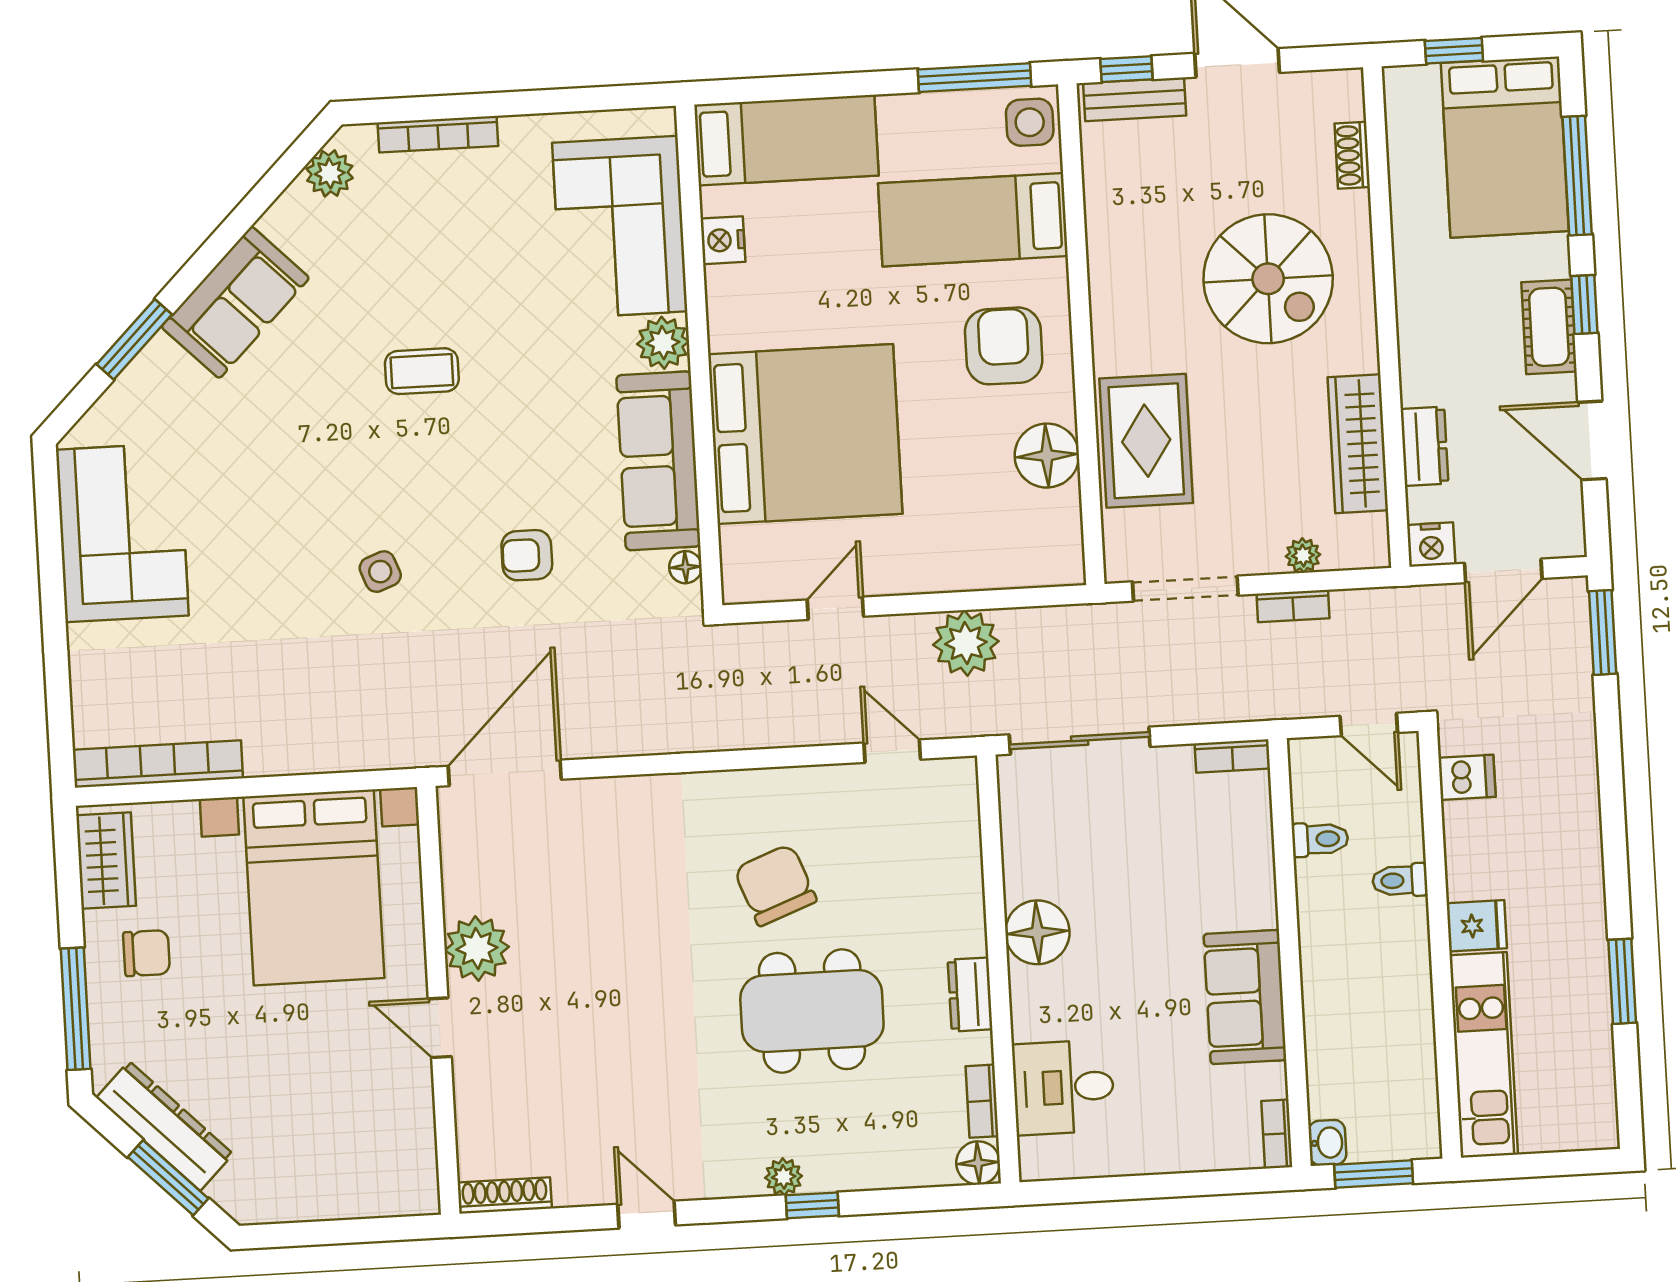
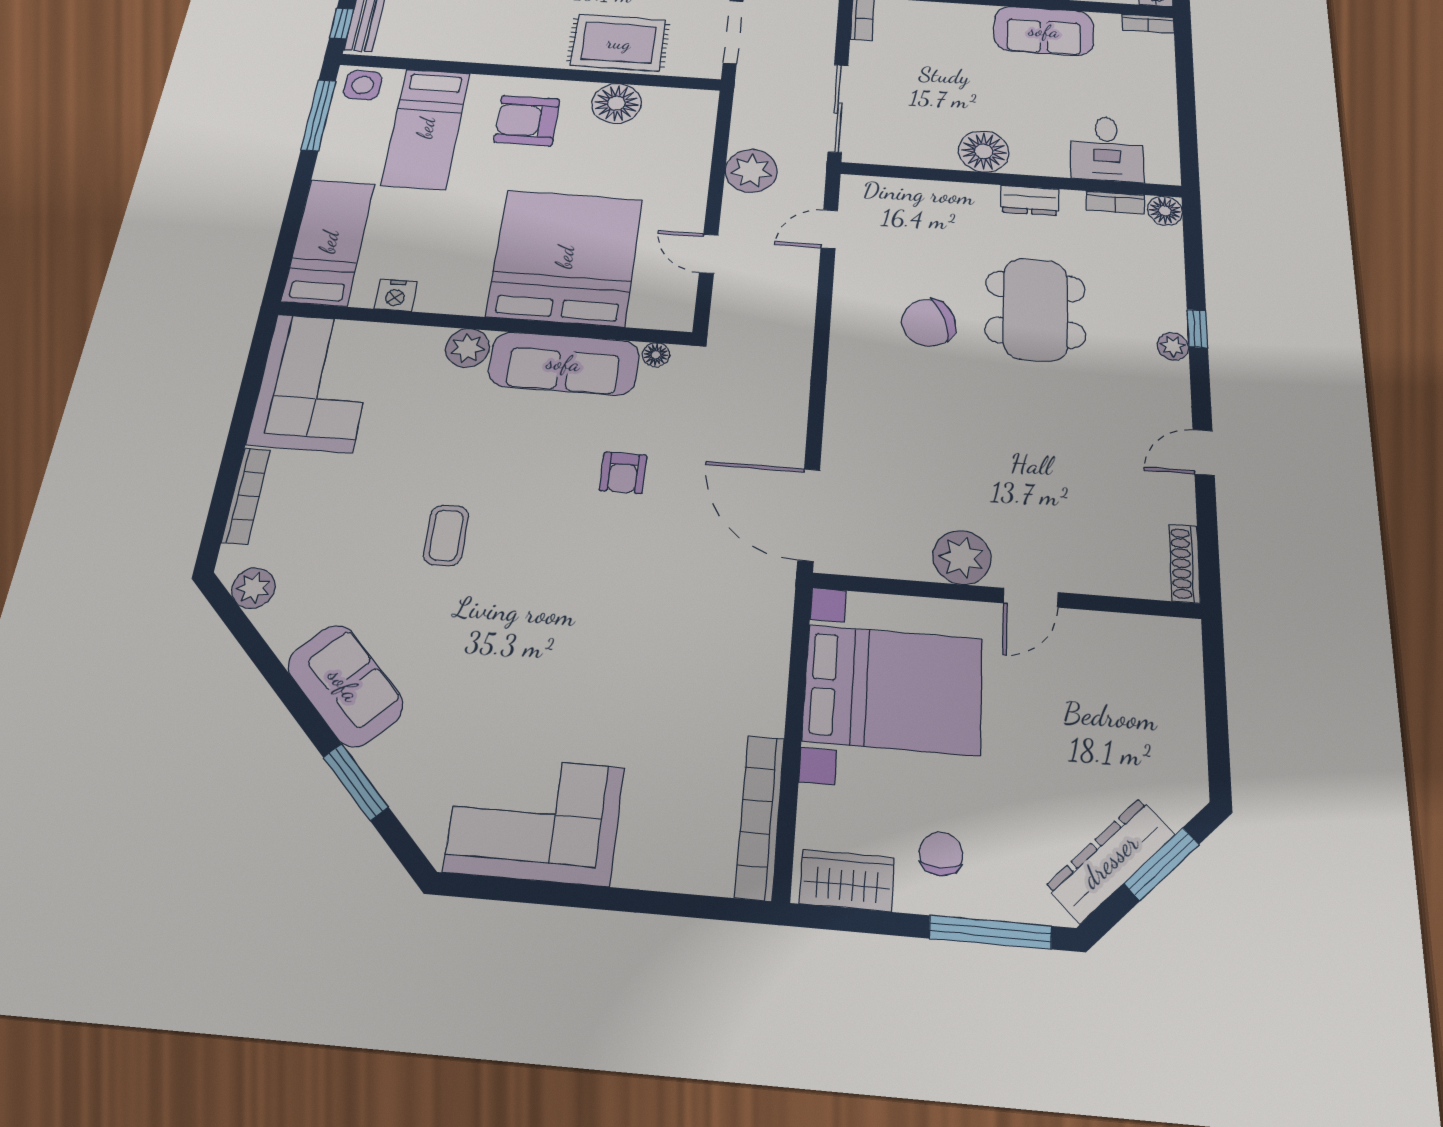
corner sofa: (620, 227) -> (314, 383), moved, turned -90
side table: (380, 572) -> (615, 593), removed

